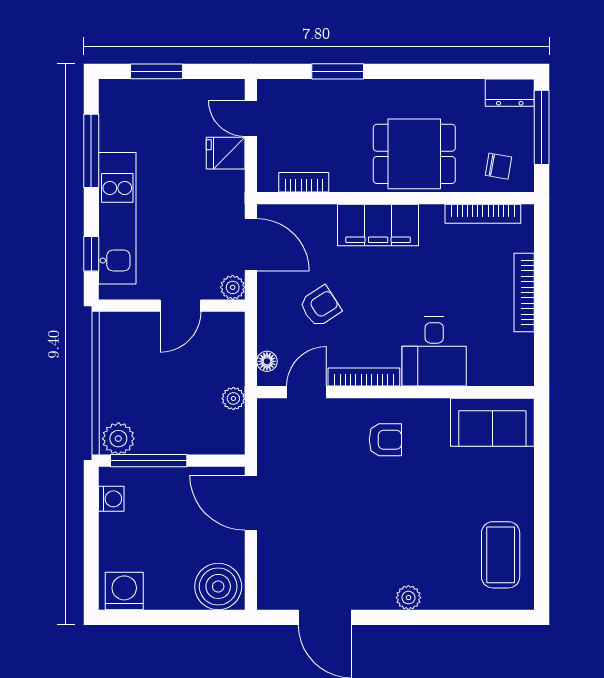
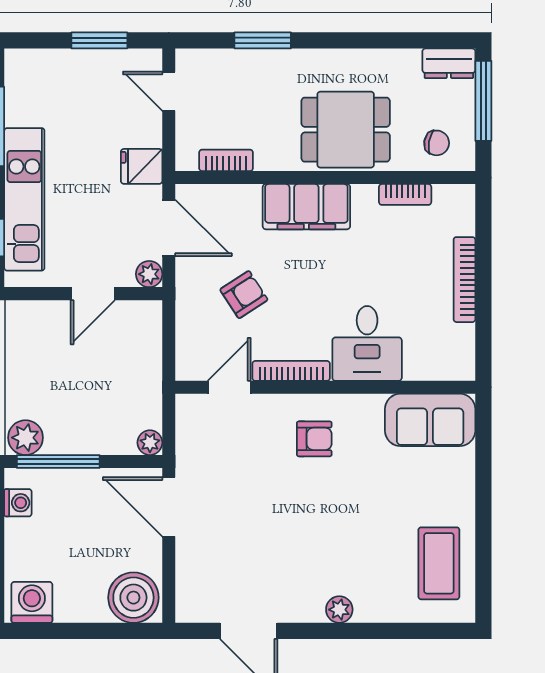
window: (157, 71) -> (99, 40), moved
fridge: (226, 153) -> (142, 166), moved
bookcase: (483, 214) -> (405, 194), width x0.64
floor lamp: (267, 361) -> (186, 354), removed
plant: (233, 399) -> (150, 443), moved

